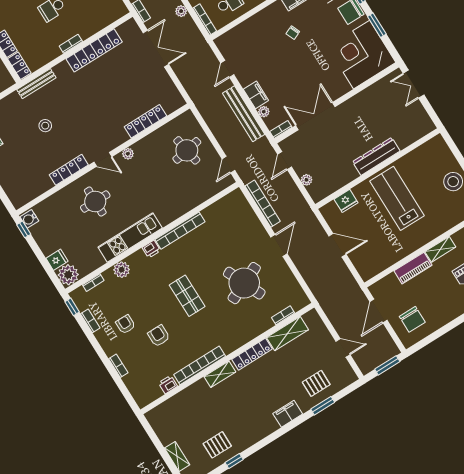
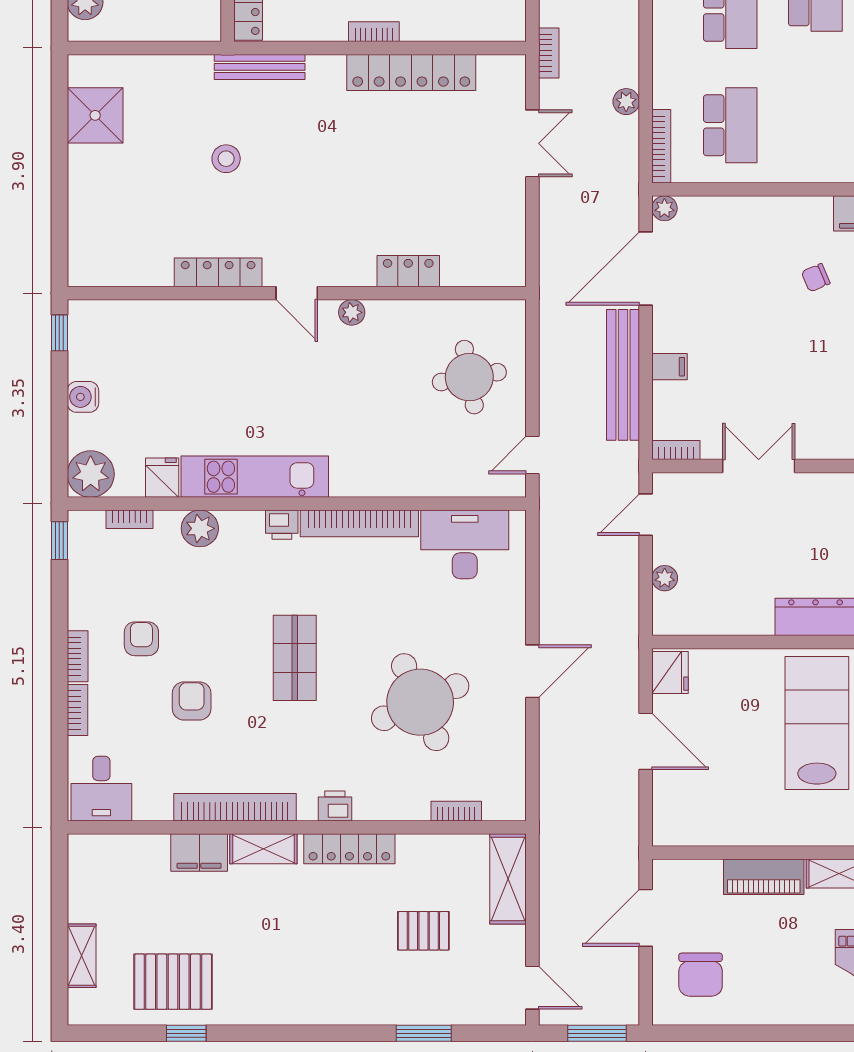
double door: (156, 49) -> (532, 143), width x0.73
door: (227, 69) -> (646, 269), width x1.87
filing cabinet: (256, 95) -> (670, 367), width x0.50
plant: (264, 112) -> (664, 208), moved
double door: (315, 116) -> (759, 466), width x0.73
locker: (145, 121) -> (408, 271), width x0.66
fridge: (346, 201) -> (670, 673), moved, turned -90
round table: (95, 202) -> (231, 365), removed
bookcase: (263, 204) -> (551, 571), removed
desk: (224, 214) -> (465, 544), added
water cooler: (29, 219) -> (83, 397), moved
fridge: (57, 260) -> (162, 478), moved, turned -90
bookcase: (90, 321) -> (78, 656), moved
shelving: (287, 334) -> (508, 879), moved, turned 90
door: (343, 348) -> (532, 988), moved
pallet: (316, 383) -> (423, 931), moved
printer: (168, 385) -> (335, 806), moved
desk: (146, 390) -> (101, 789), added
filing cabinet: (288, 414) -> (199, 853), moved, turned 180
pallet: (217, 445) -> (173, 982), width x1.50, depth x1.42

